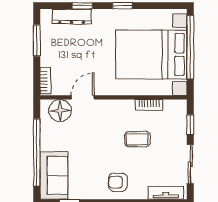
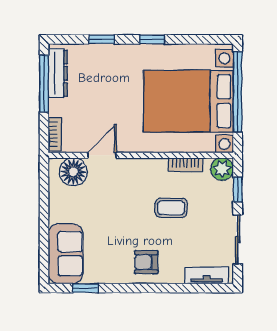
dresser: (72, 17) -> (58, 73), moved, turned -90
window: (37, 40) -> (44, 83), width x1.44
plant: (178, 108) -> (222, 169), added
window: (37, 152) -> (44, 225), removed

